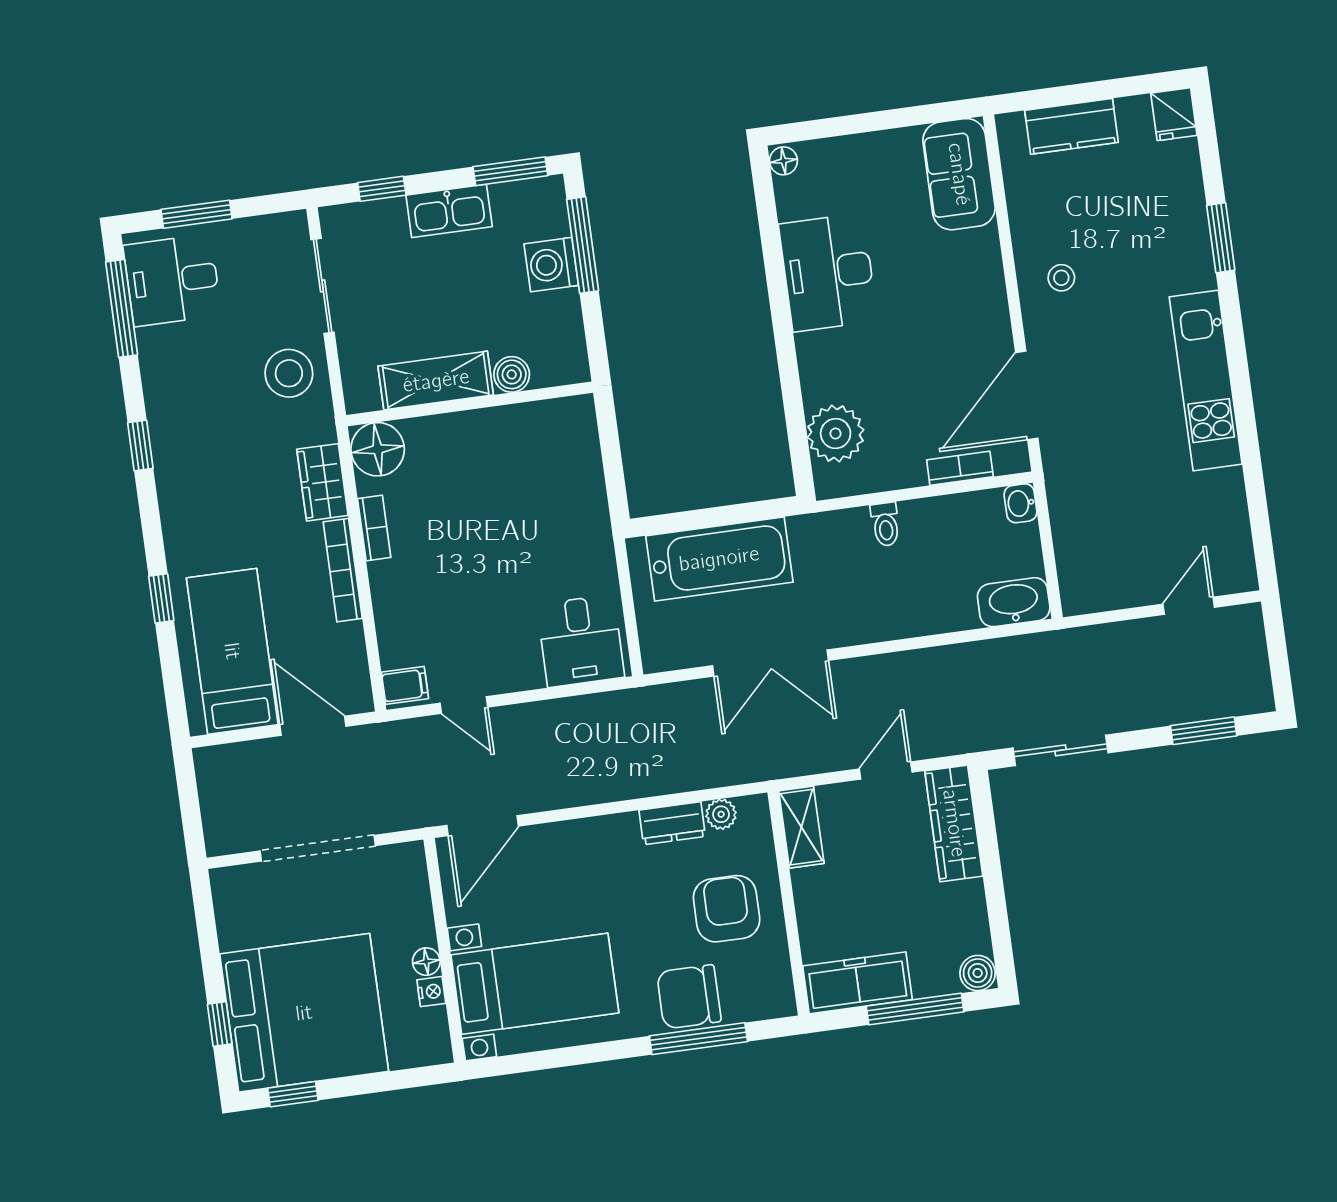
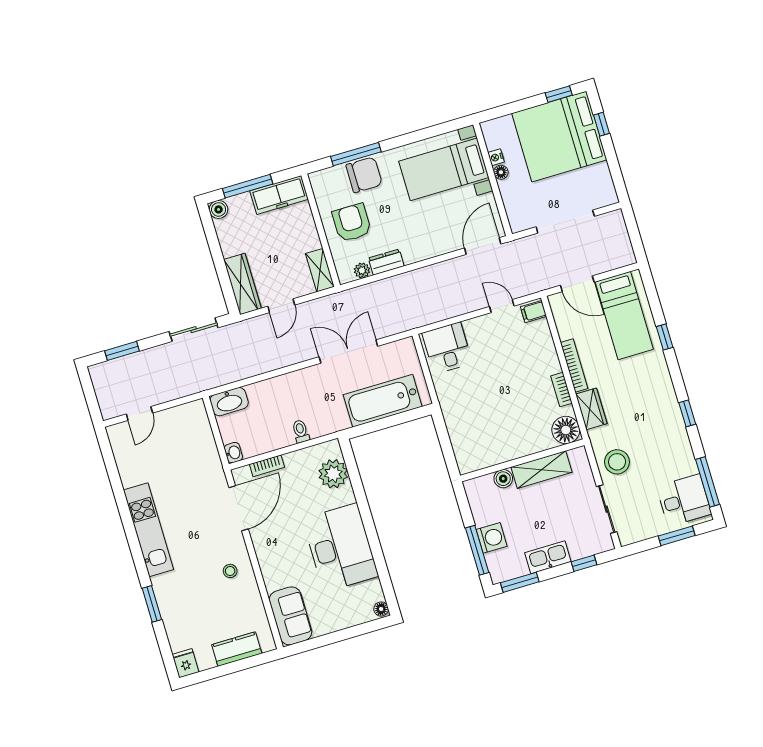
desk: (828, 272) -> (340, 547), width x1.36, depth x1.30
armchair: (727, 909) -> (352, 223), turned 180

